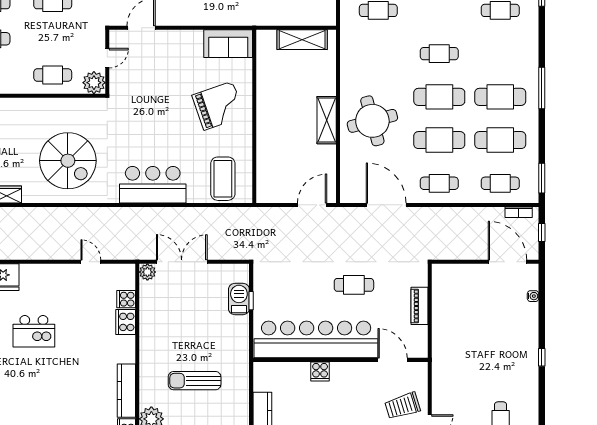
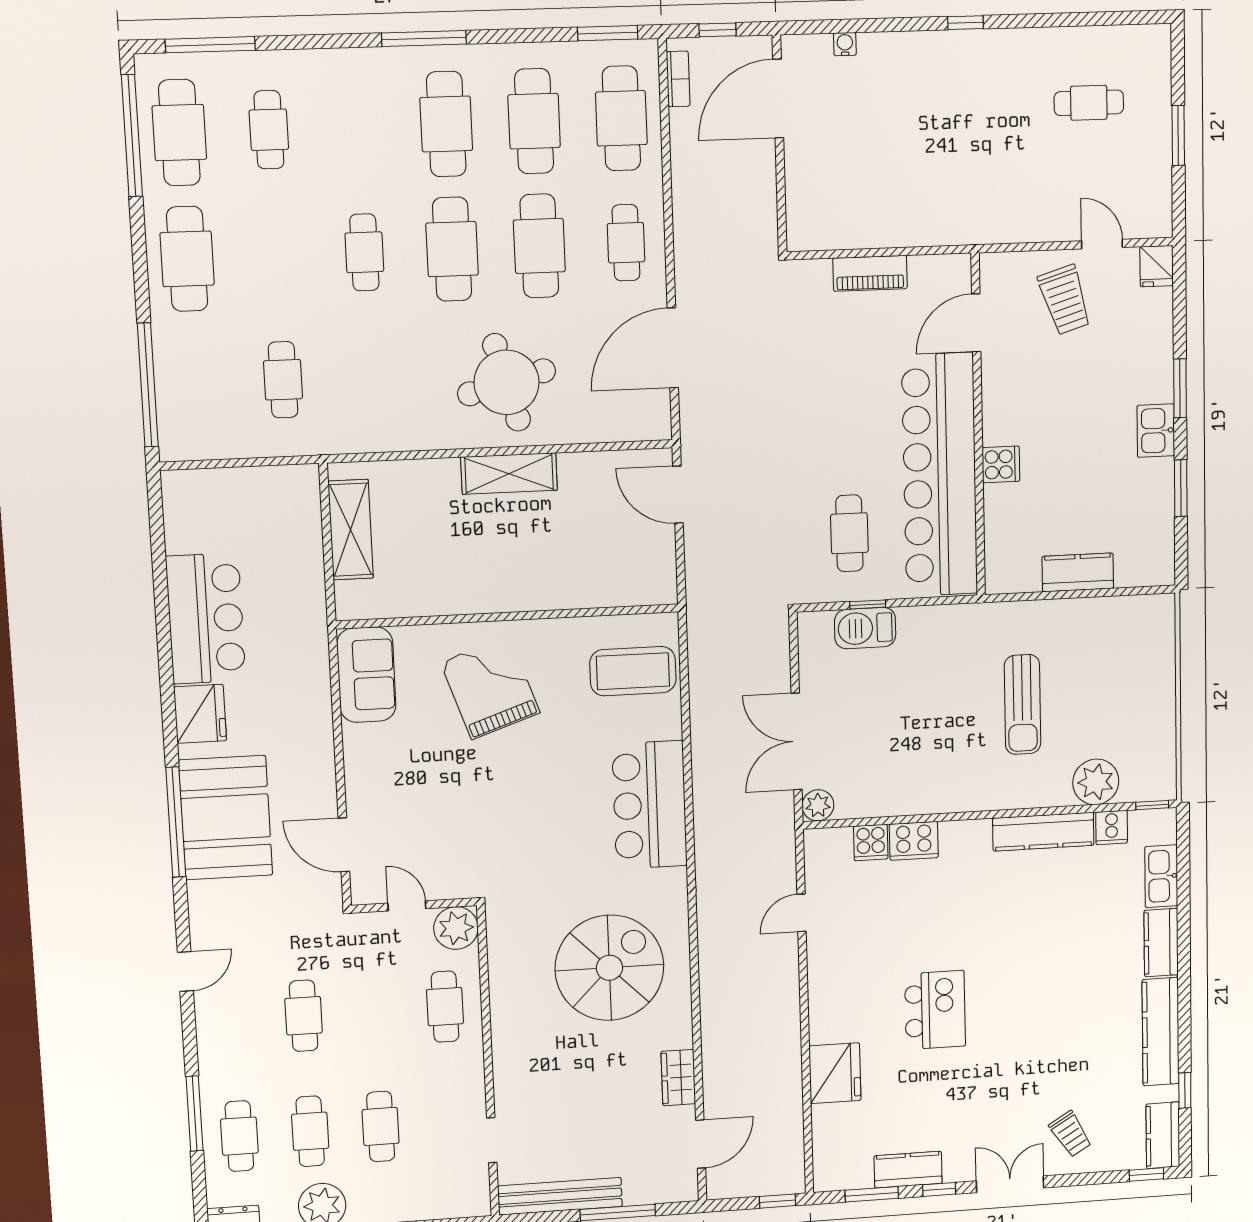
cafe table: (500, 183) -> (621, 118), width x1.37, depth x1.35
cafe table: (354, 285) -> (849, 533), moved

